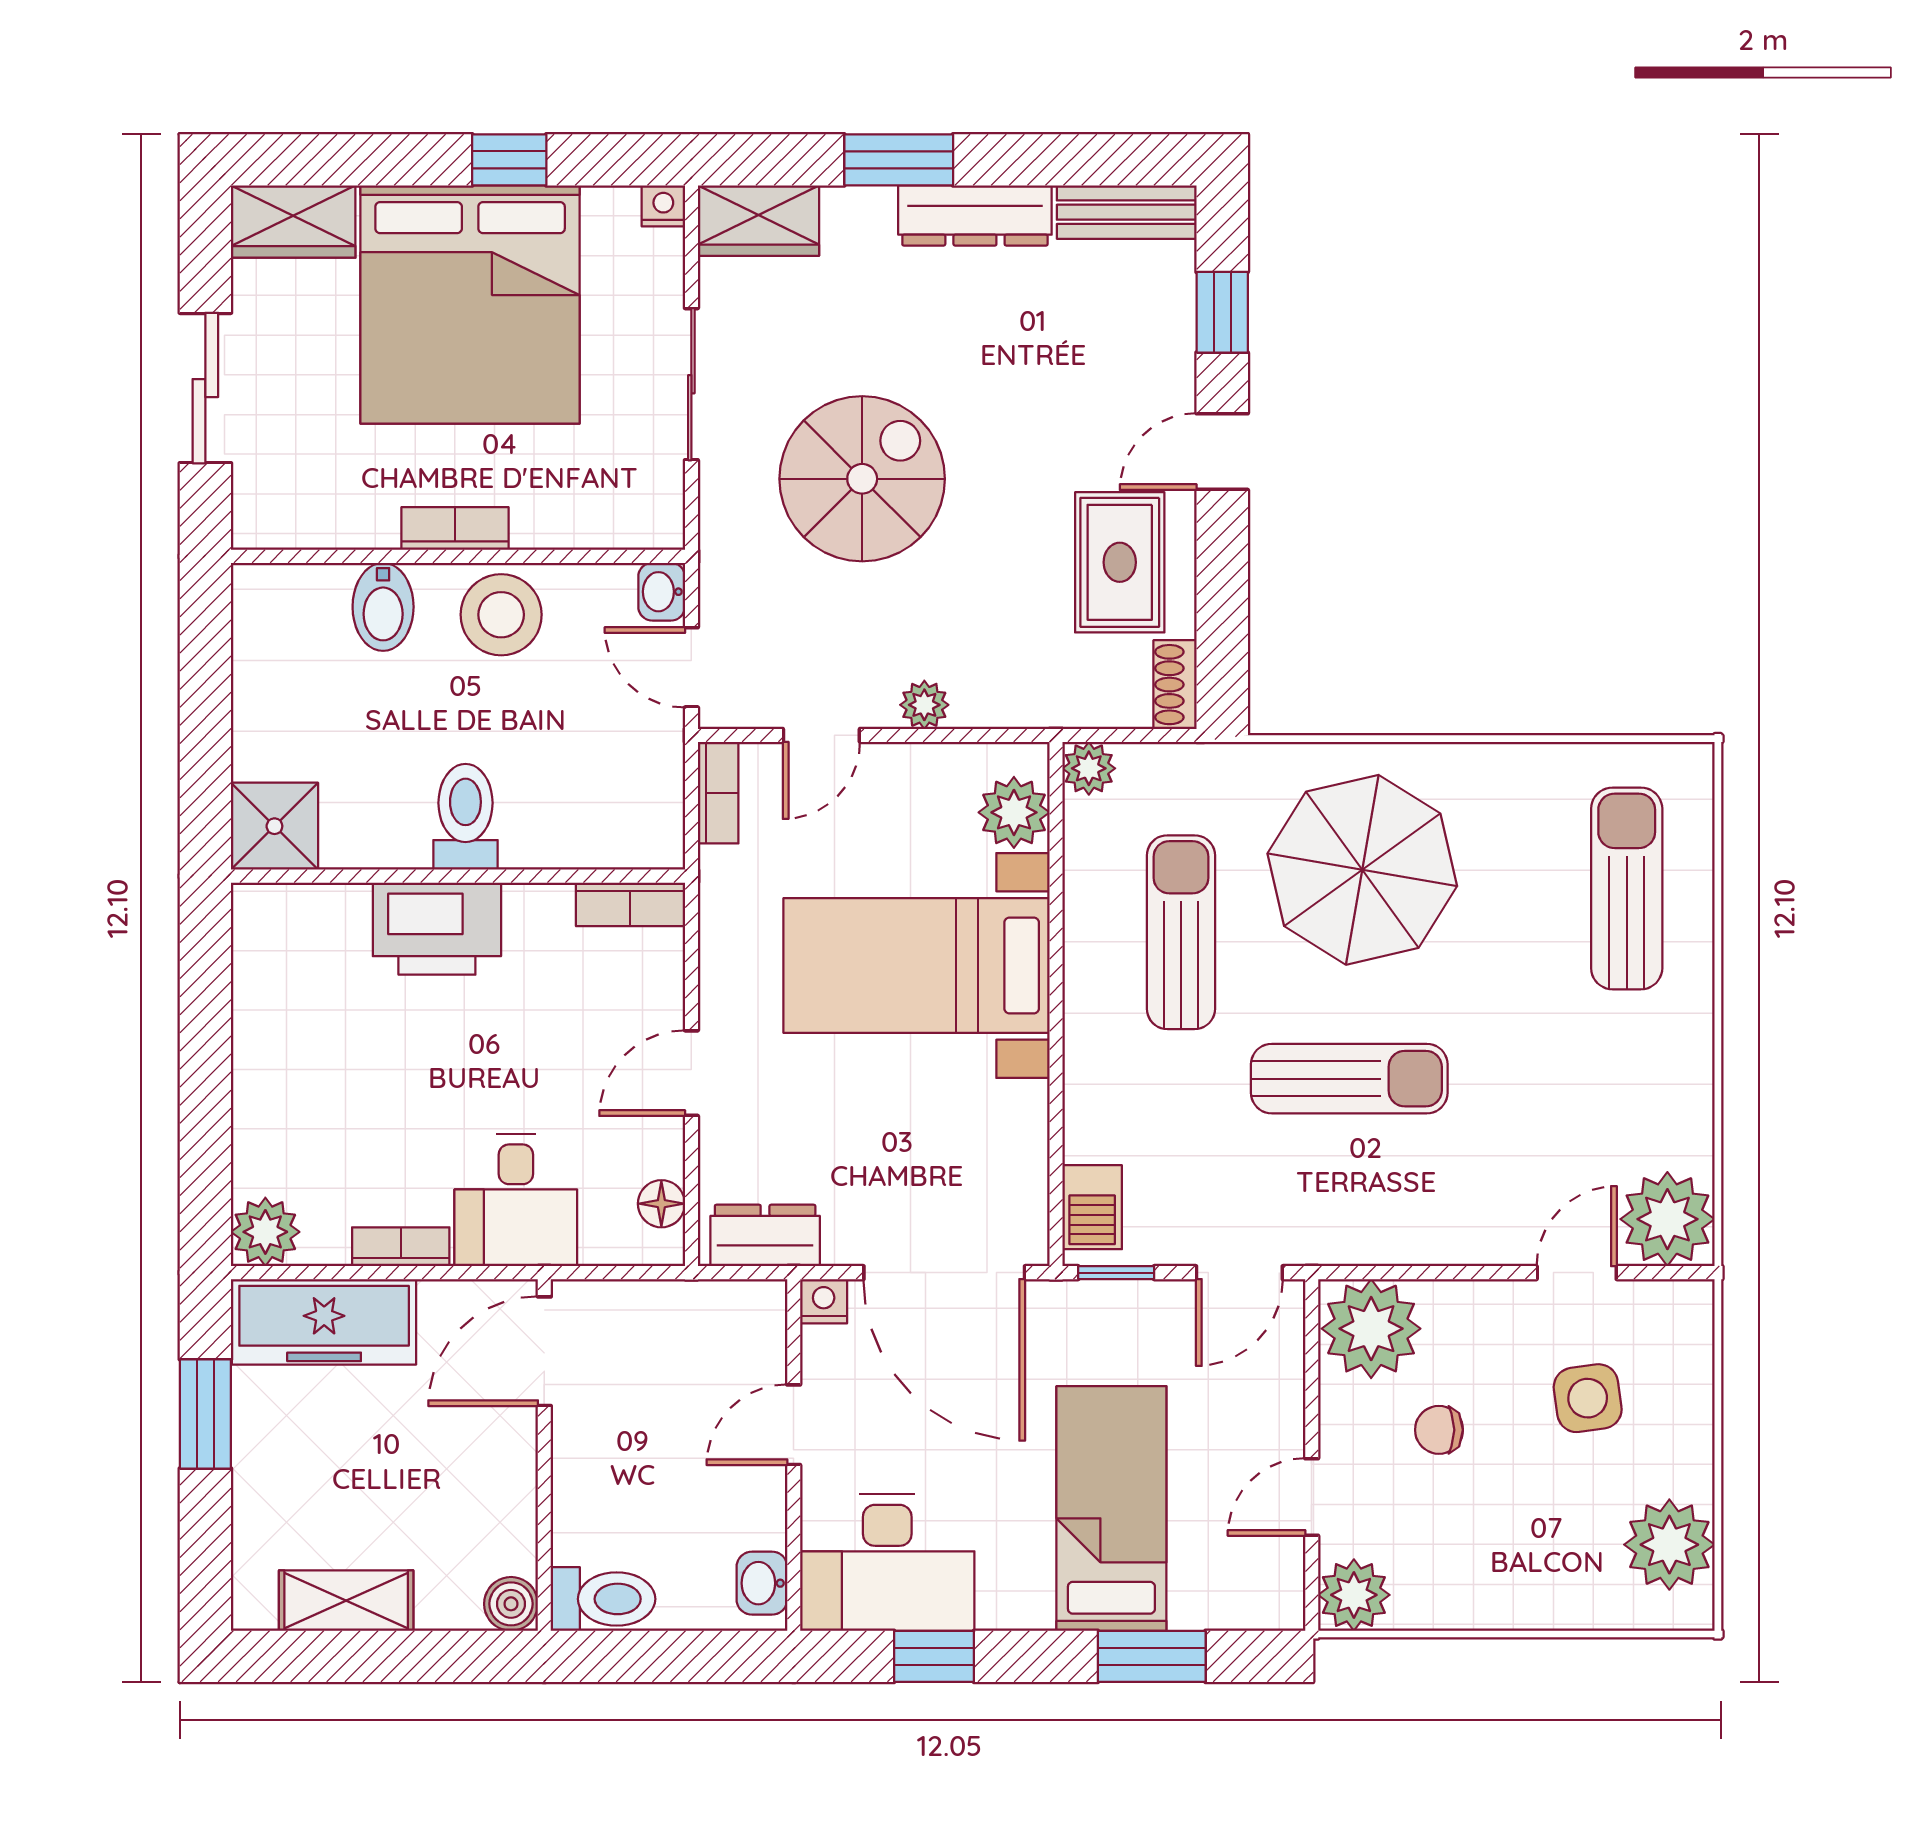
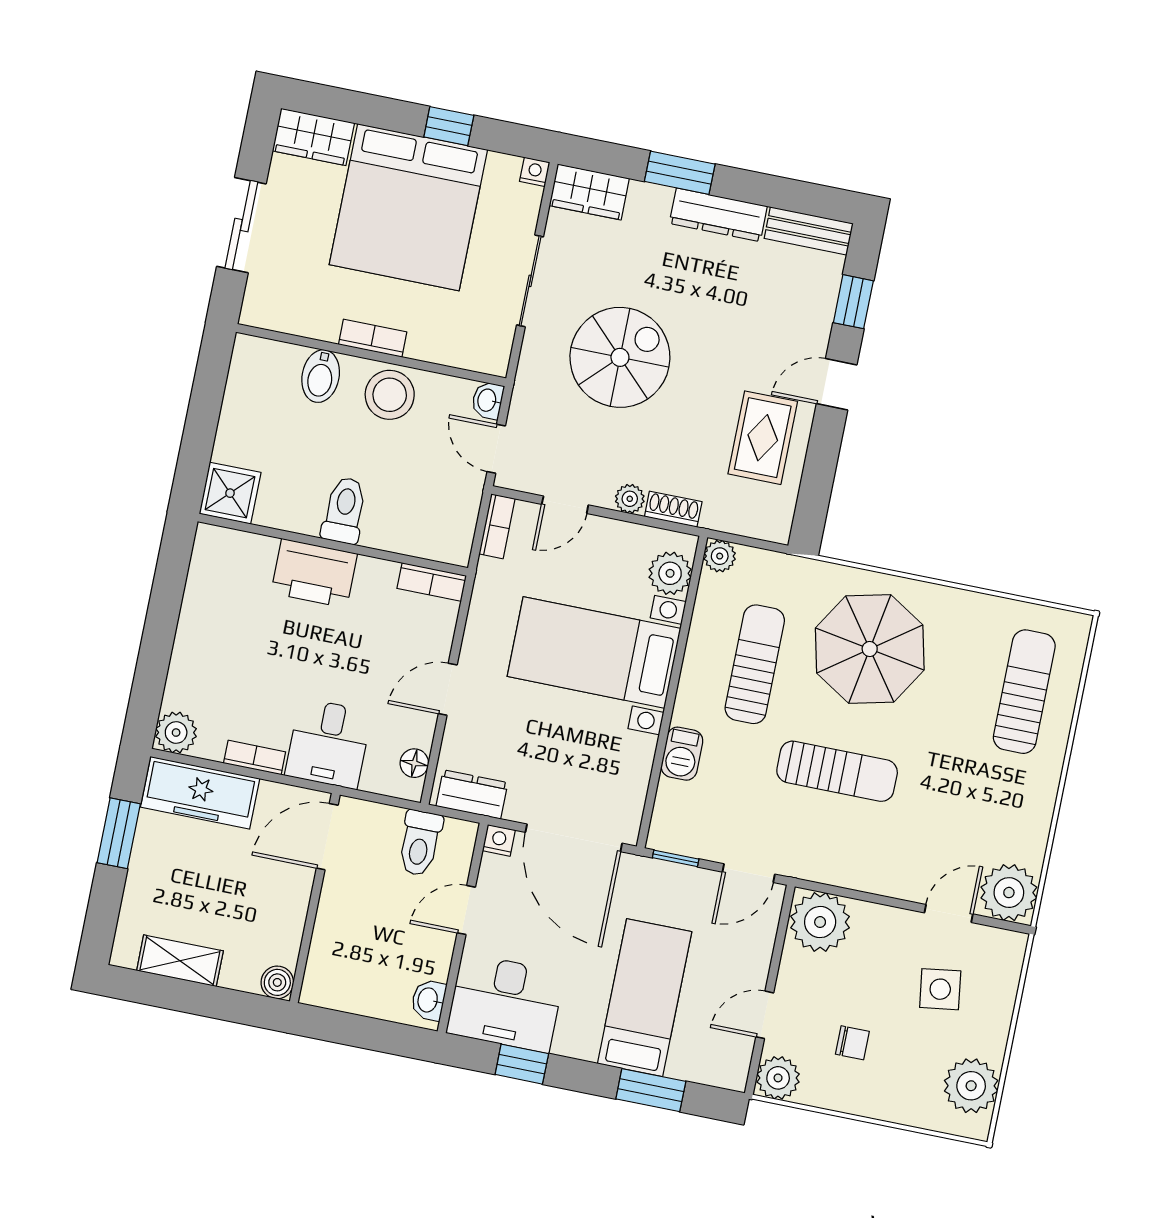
shoe rack: (1175, 685) -> (673, 509), moved, turned 90
barbecue: (1092, 1207) -> (682, 754), moved
chair: (1439, 1430) -> (852, 1043), moved, turned 180
toilet: (603, 1599) -> (420, 843), moved, turned 90

